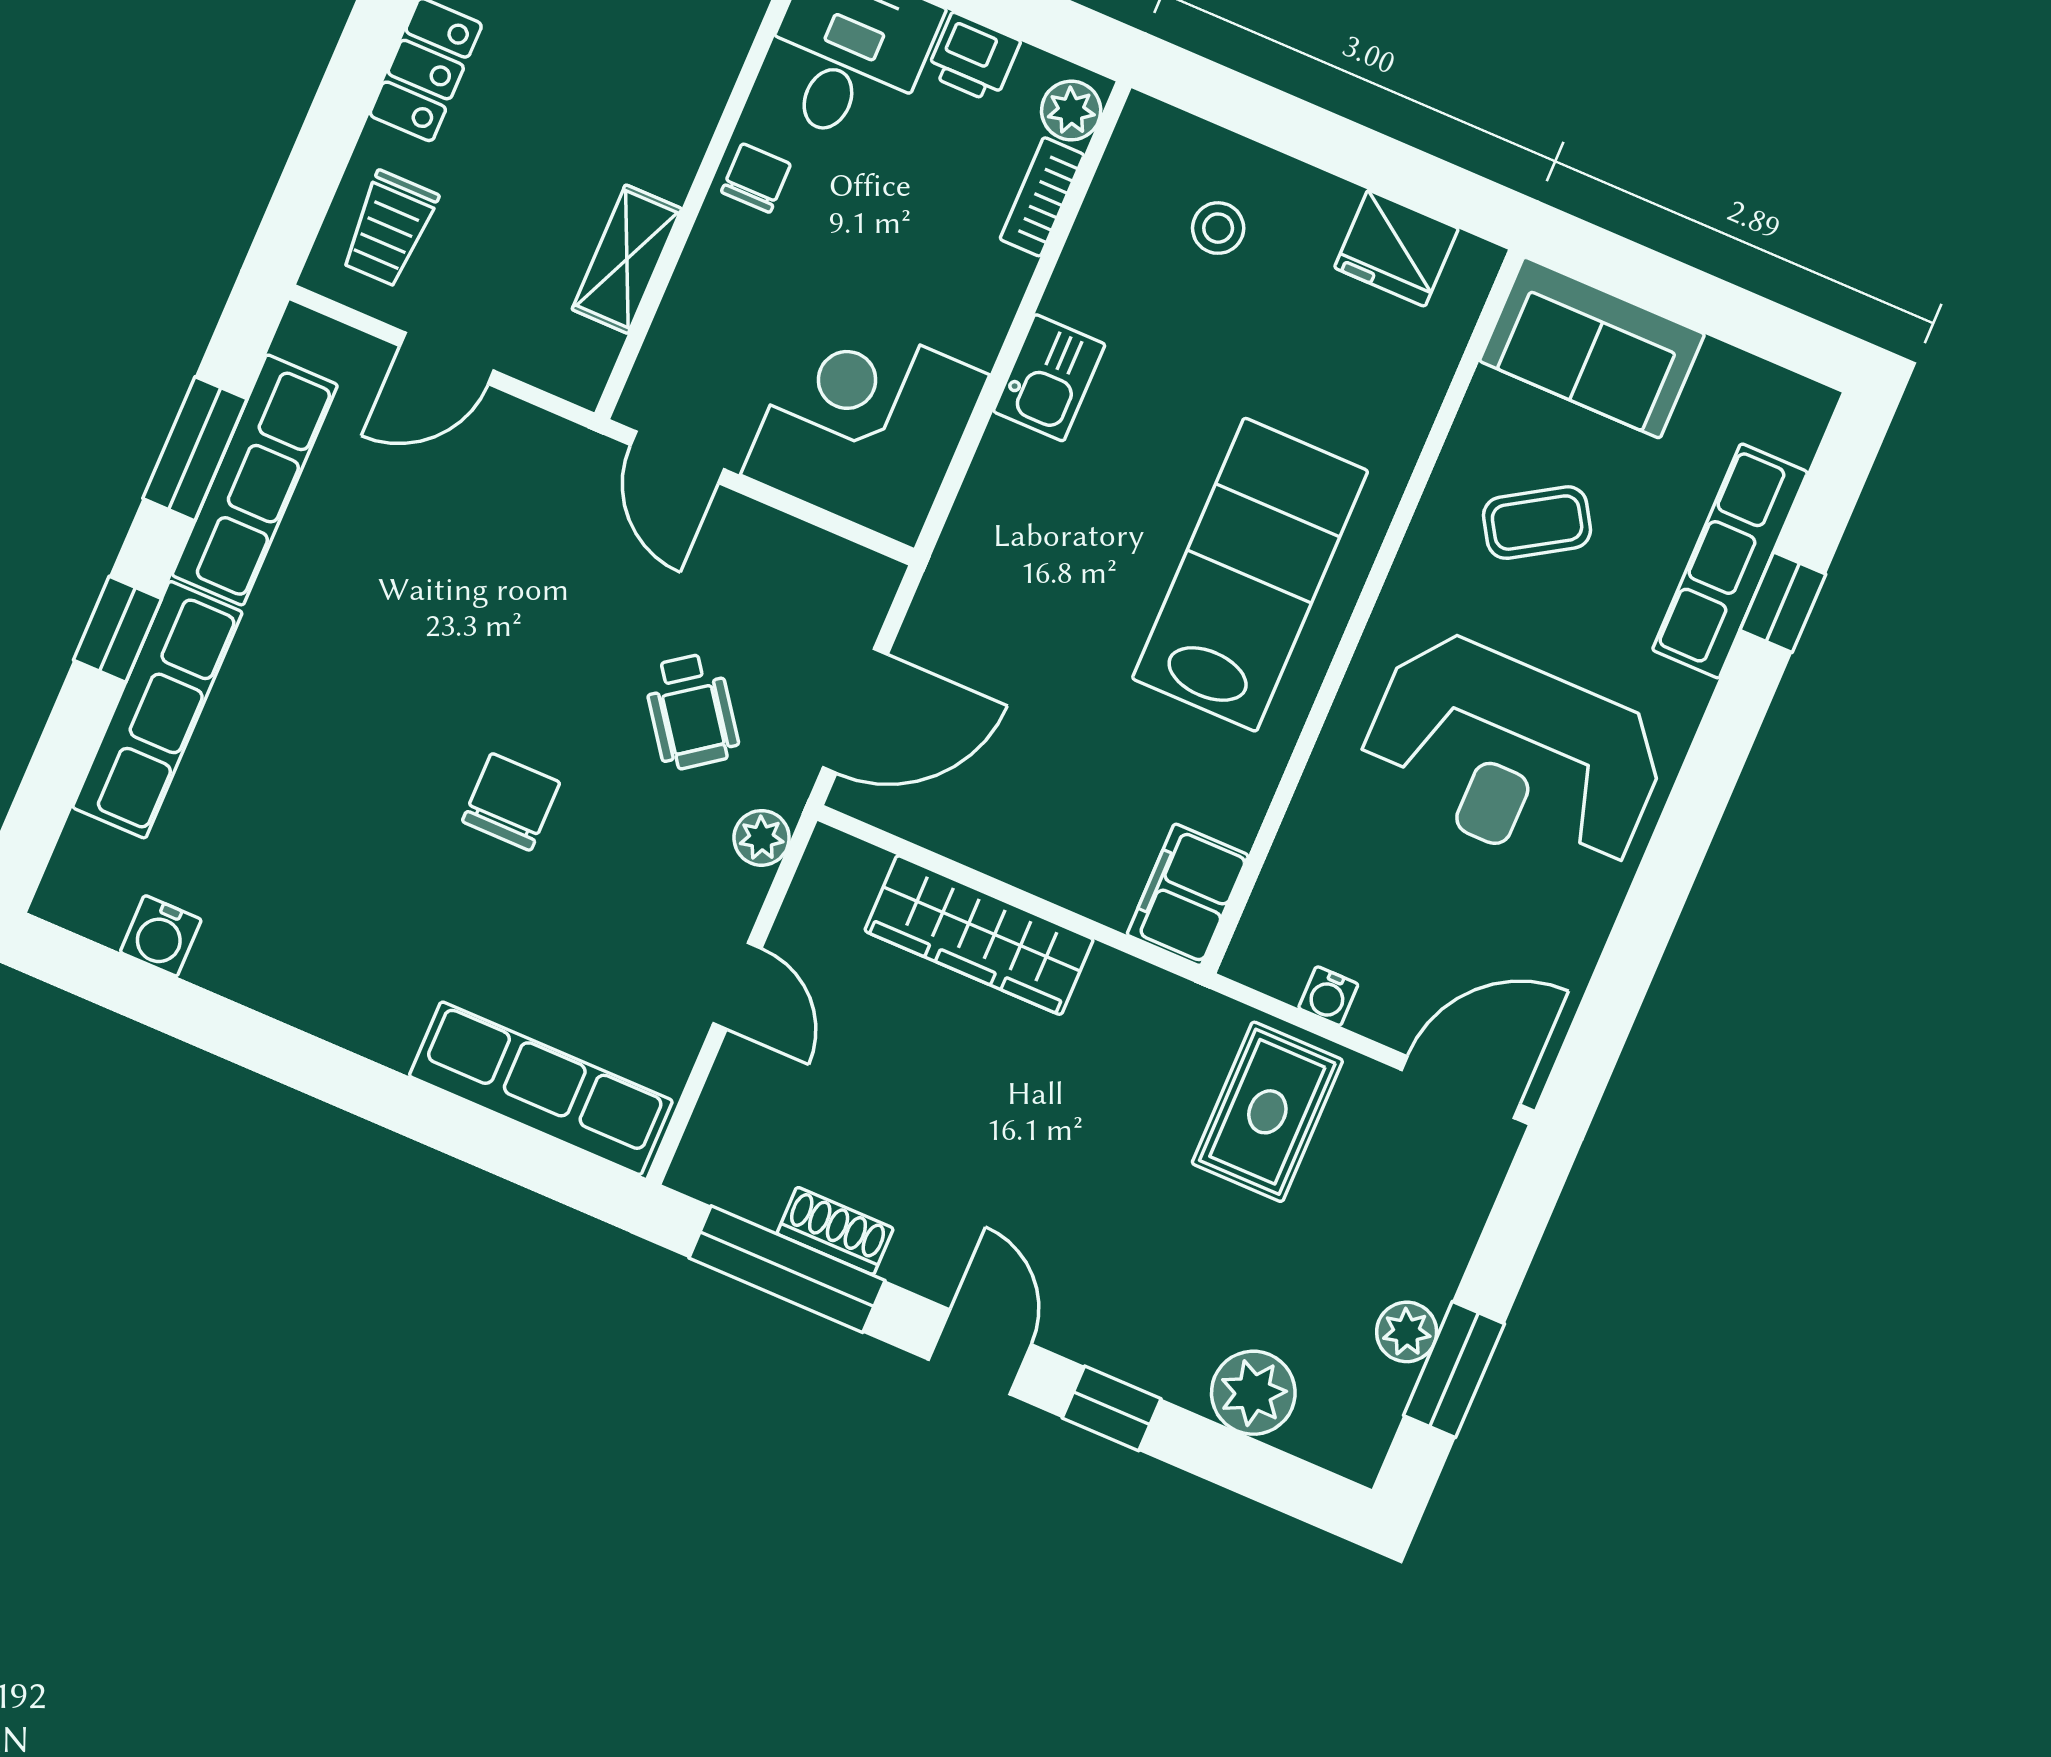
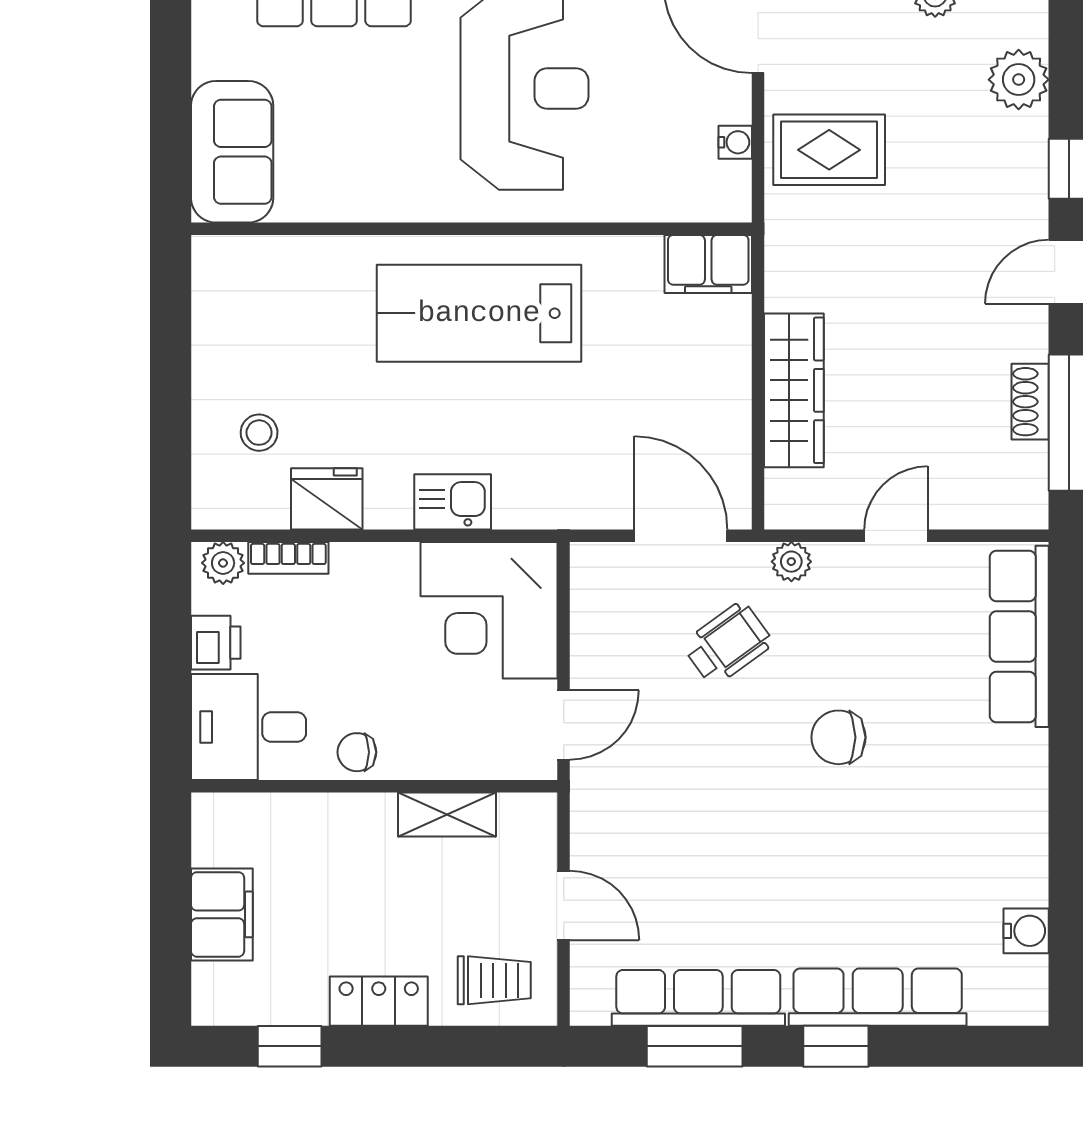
fridge: (1396, 248) -> (327, 499), moved, turned -90
kitchen sink: (1049, 378) -> (453, 502), moved
coffee table: (1537, 523) -> (363, 138), removed

